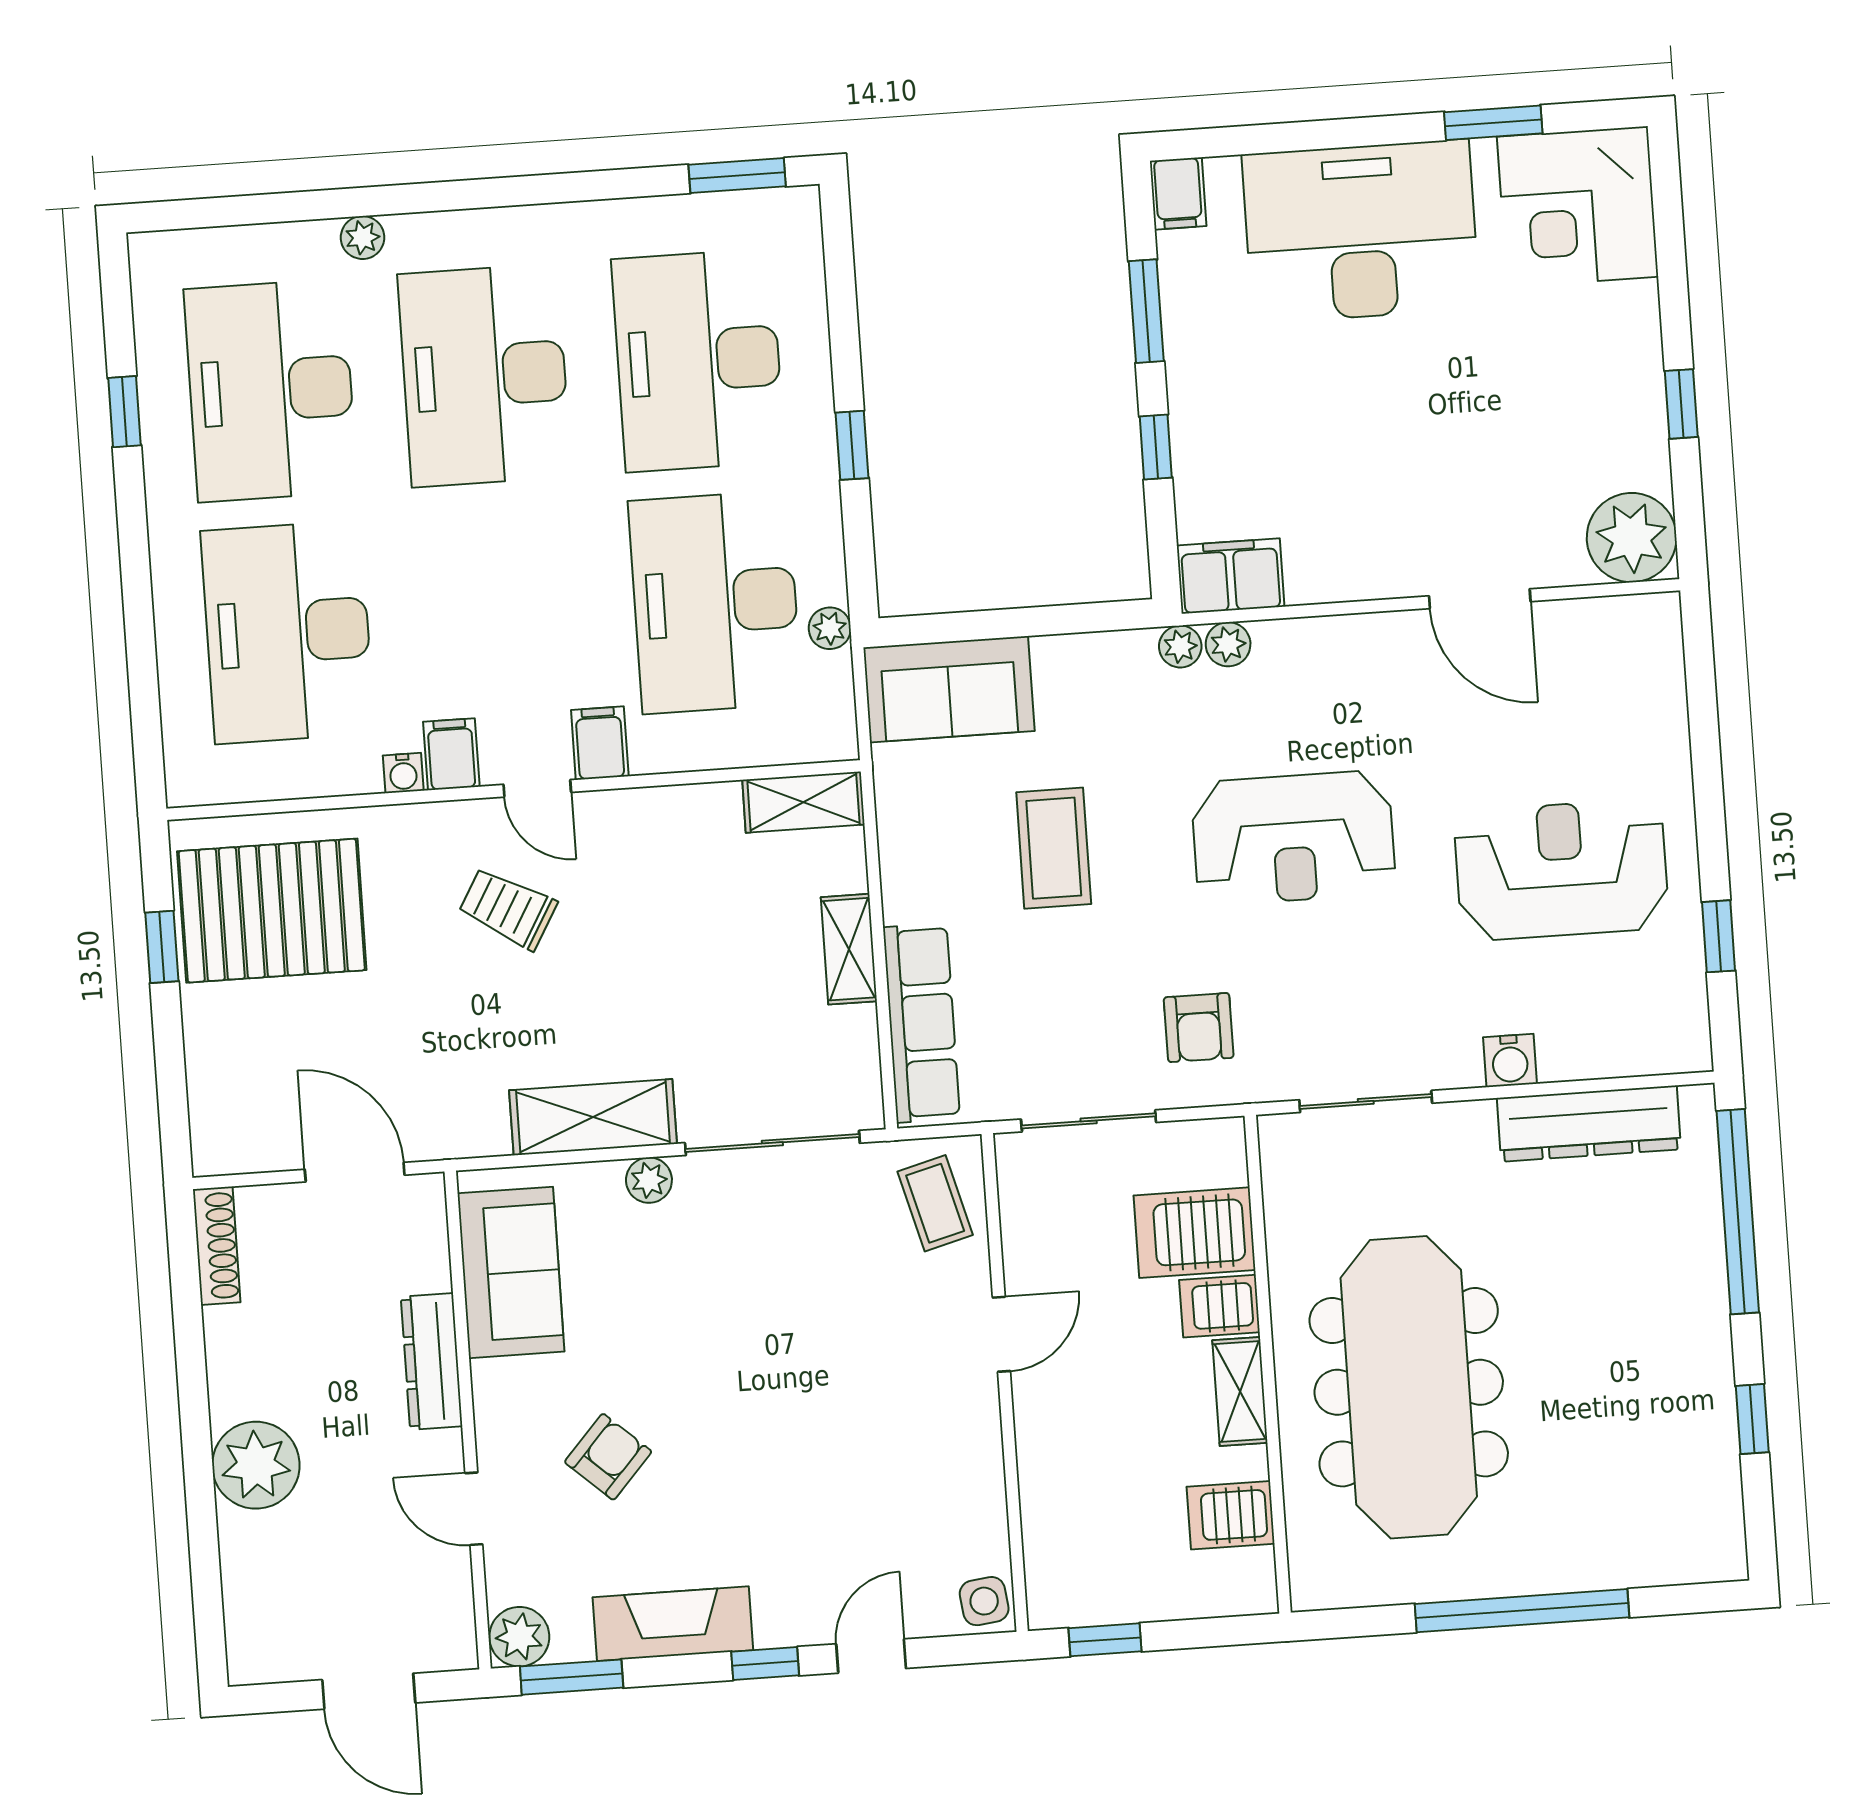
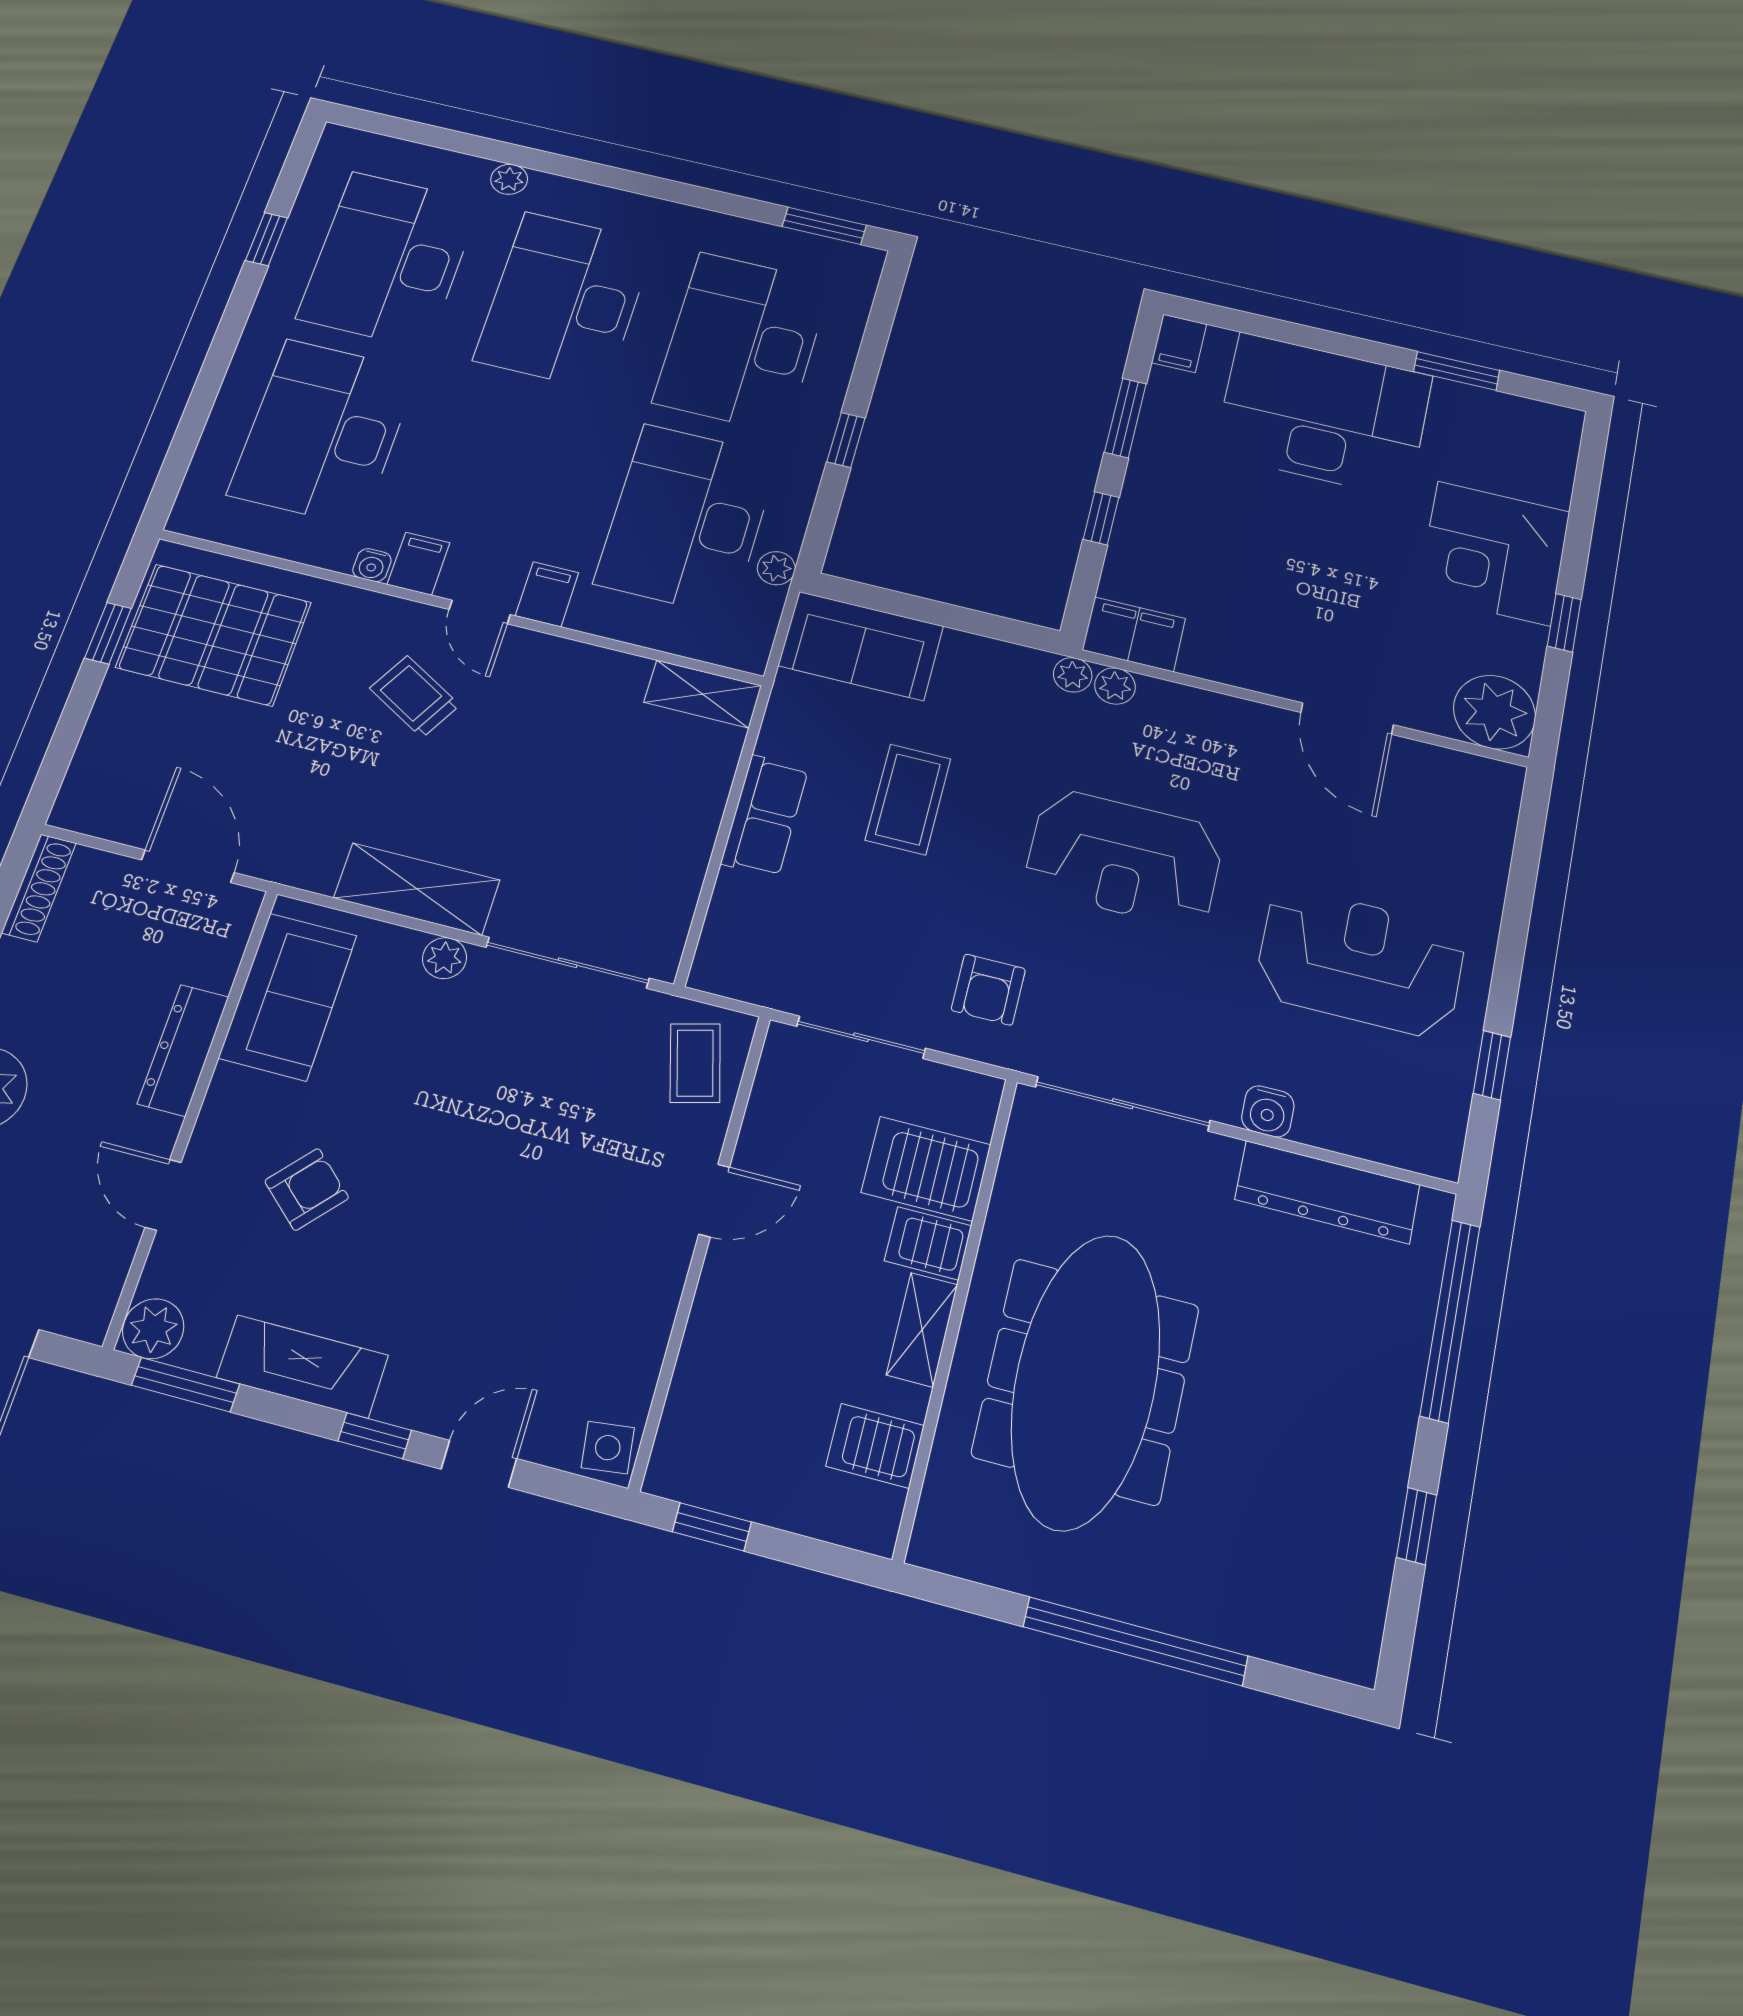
corner desk: (1578, 207) -> (1494, 553), moved
shelving: (849, 949) -> (698, 824), removed
row of seats: (922, 1023) -> (765, 816), moved, width x0.68
sliding door: (1366, 1101) -> (1123, 1104), width x1.37

